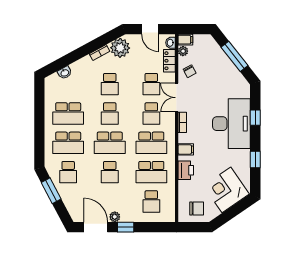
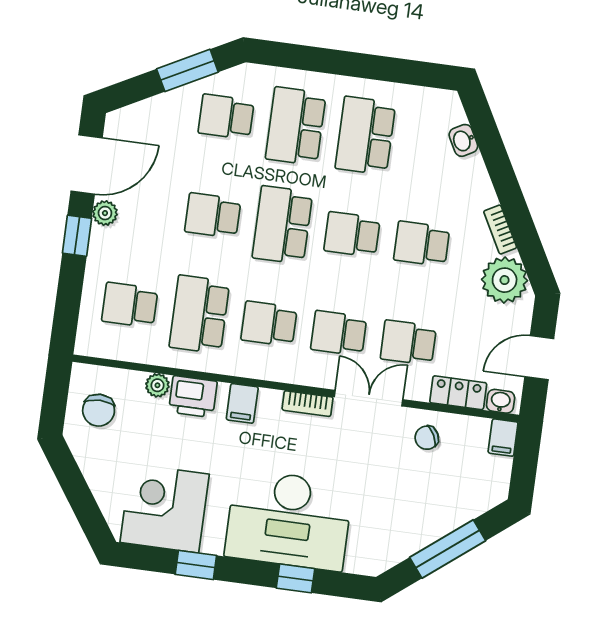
plant: (183, 51) -> (157, 385), moved
school desk: (151, 143) -> (269, 324), width x0.54
corner desk: (226, 190) -> (165, 508), moved, turned -56

